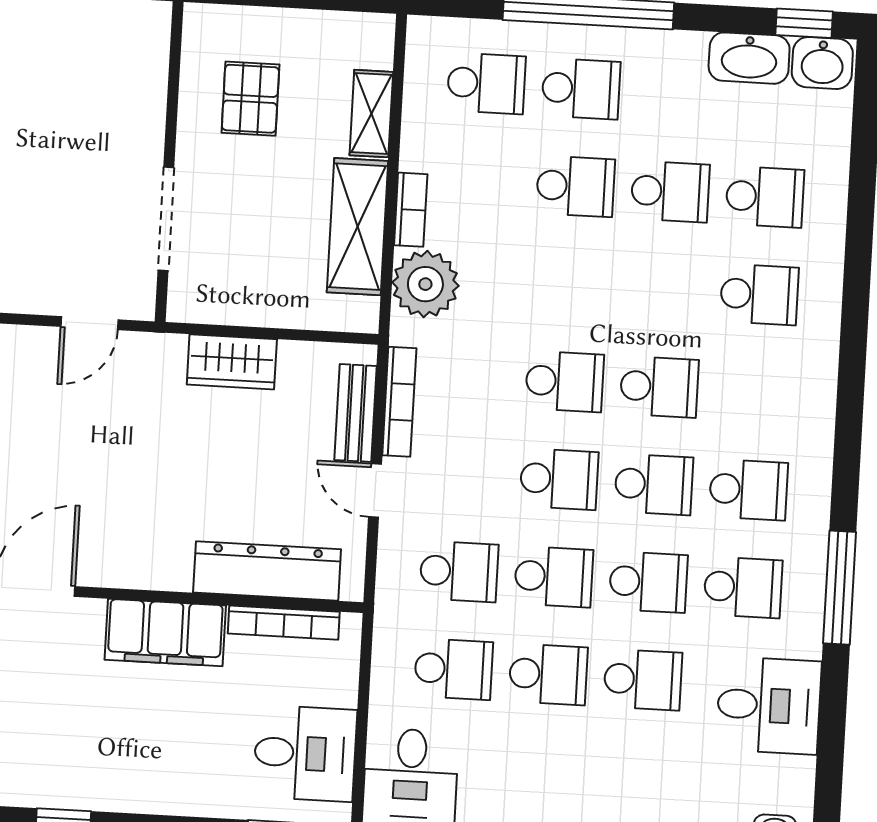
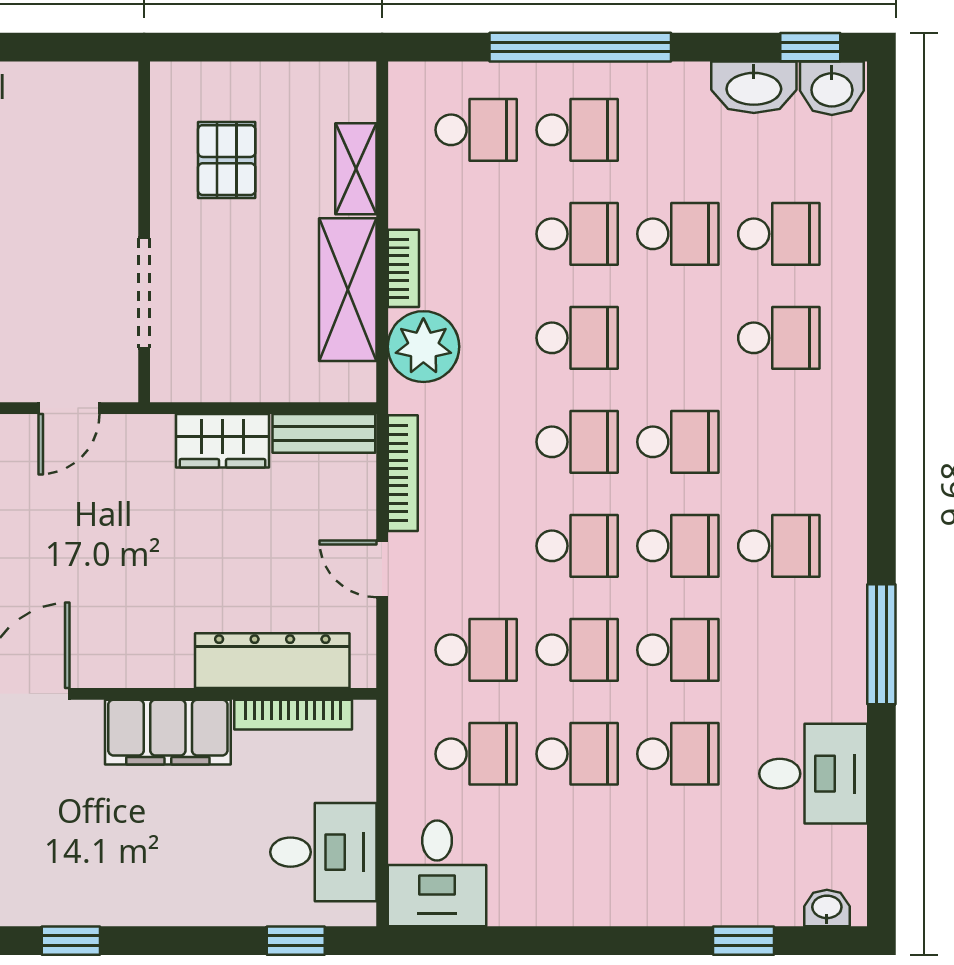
bench: (356, 413) -> (324, 433), moved, turned 90
school desk: (743, 587) -> (577, 338), moved

